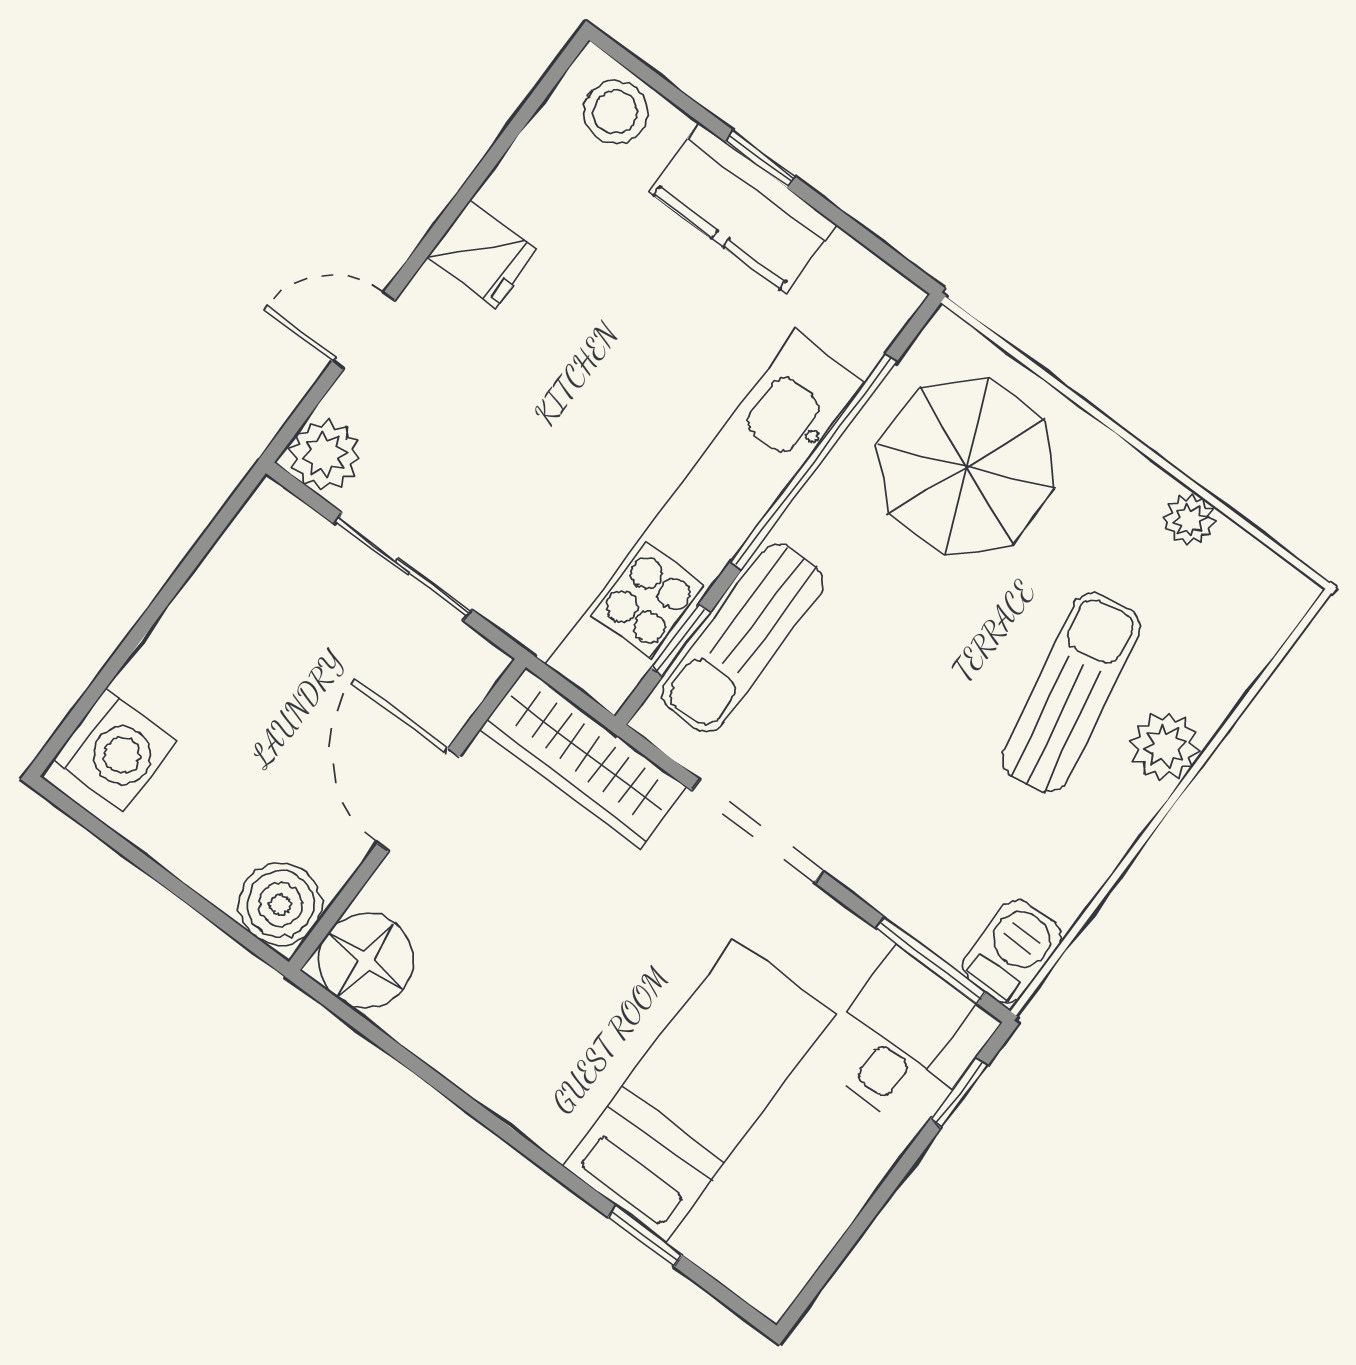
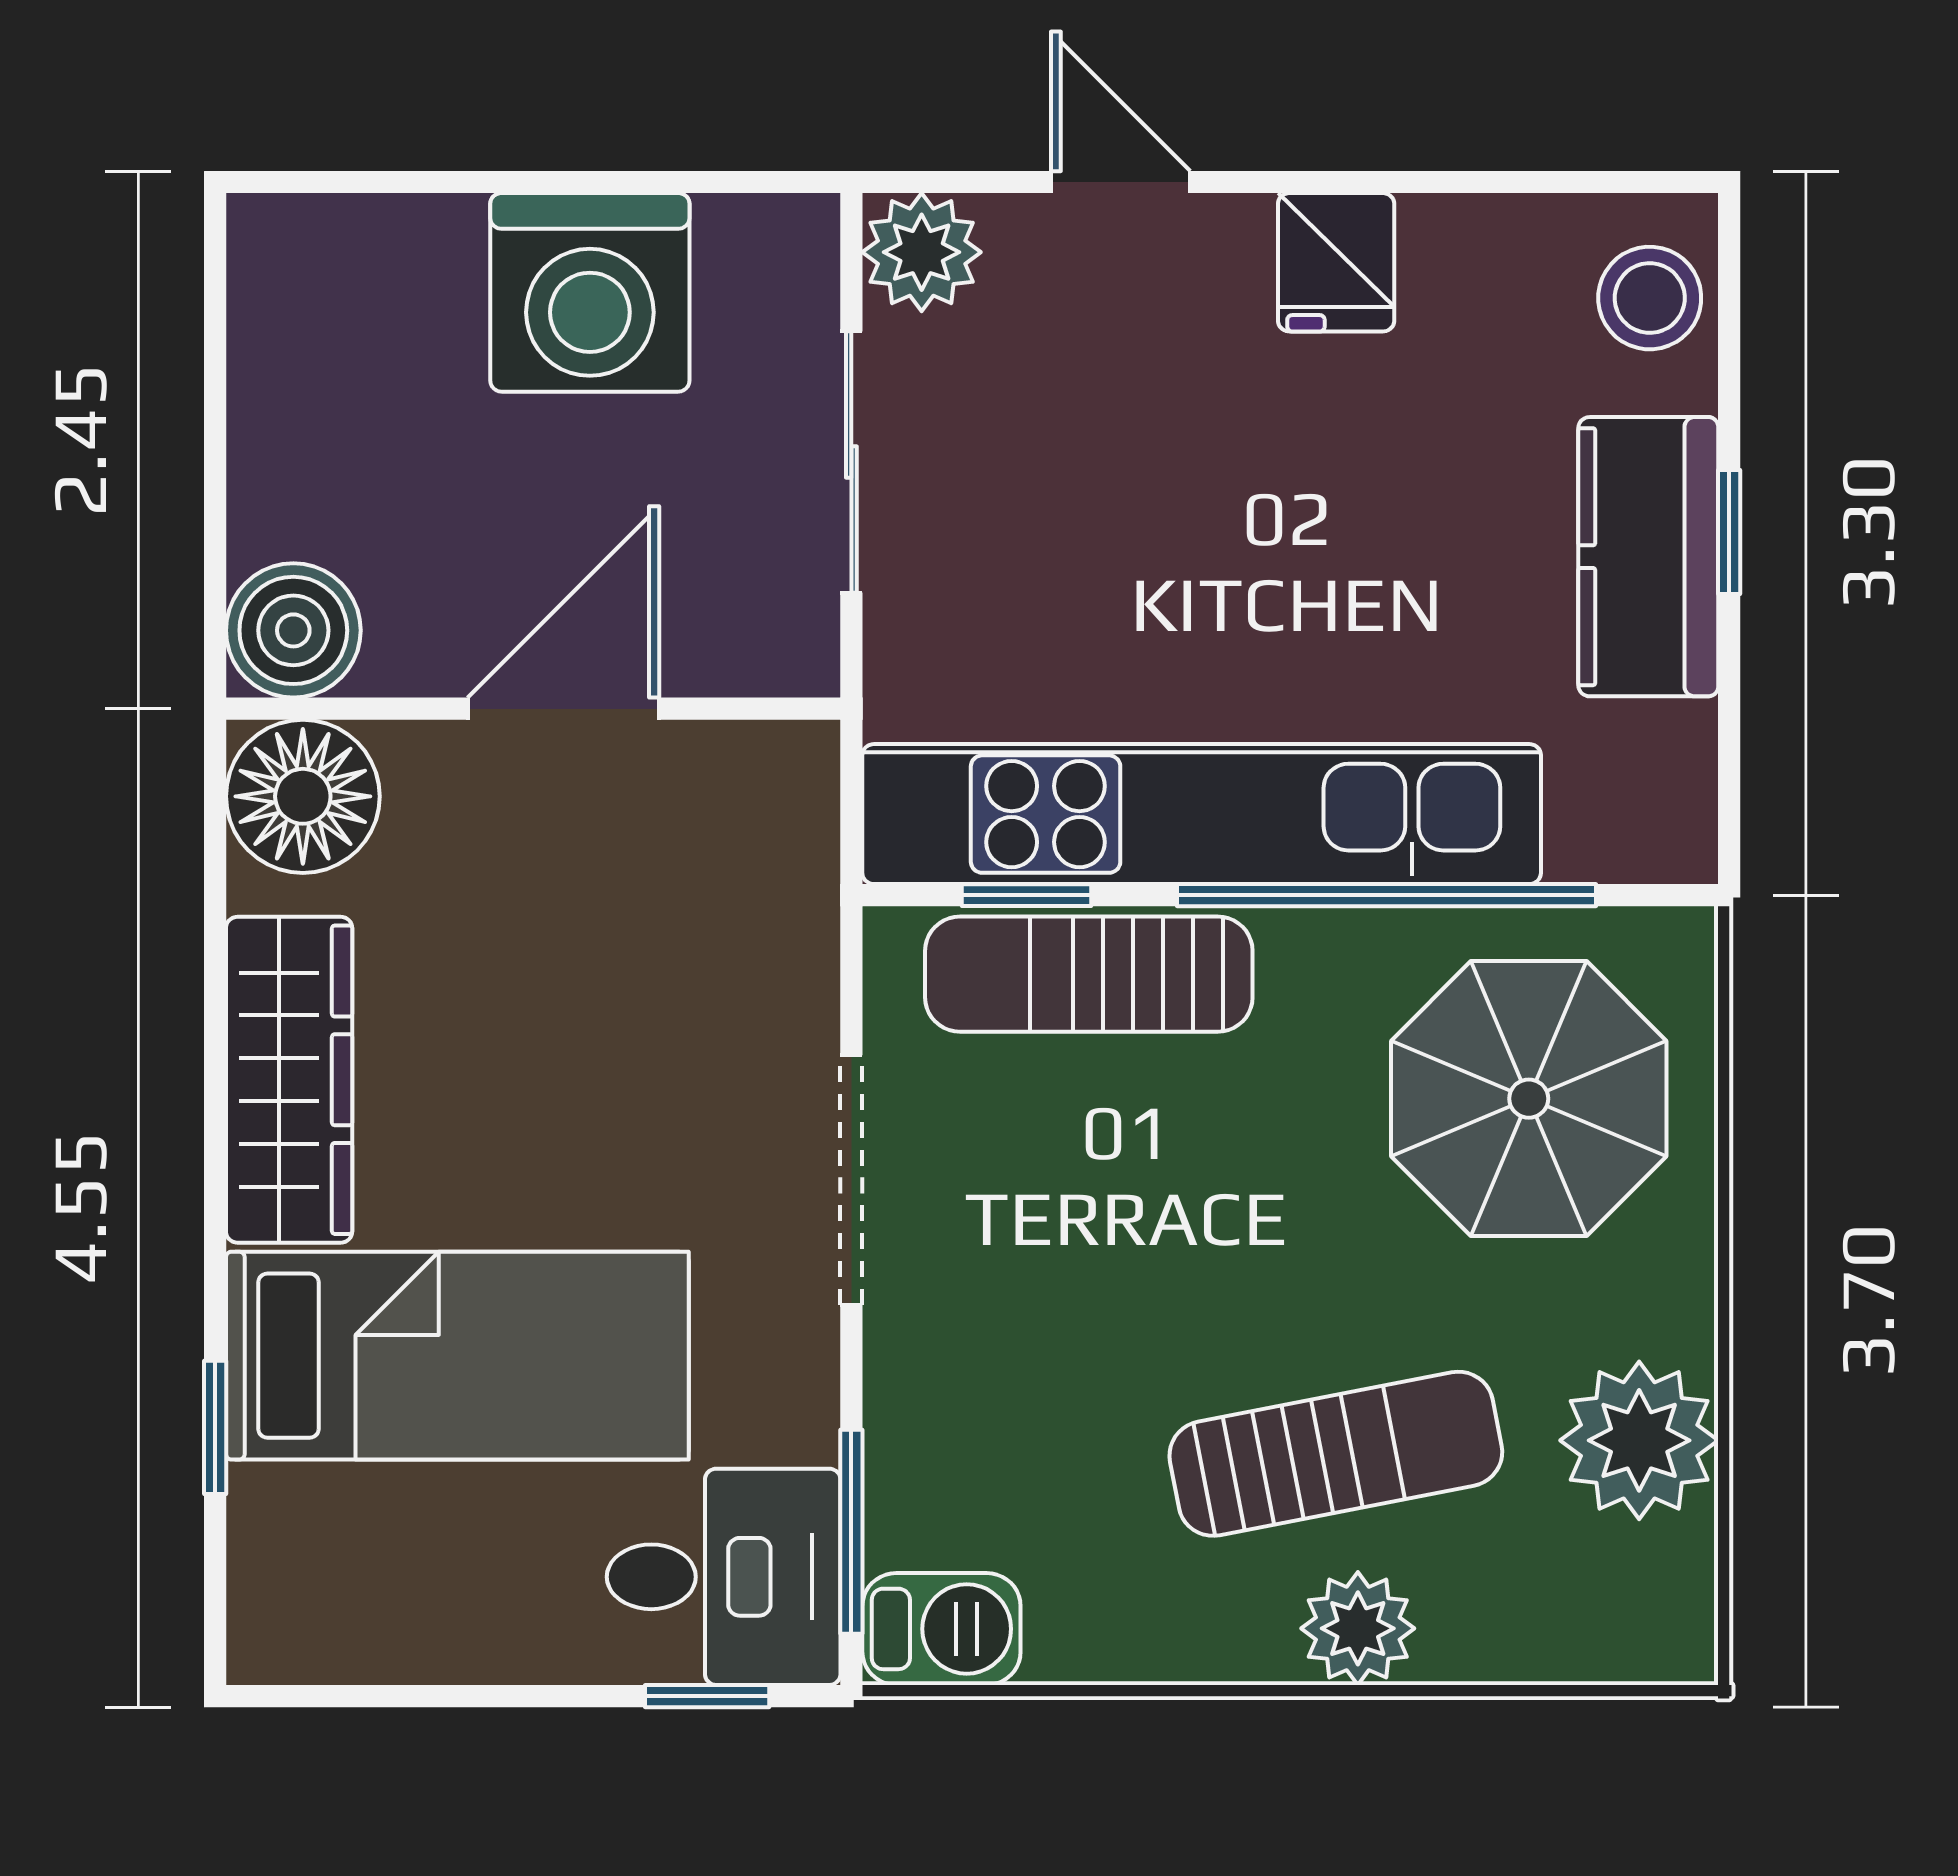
plant: (1189, 520) -> (1639, 1440), width x1.88, depth x1.88
washing machine: (115, 750) -> (590, 292), moved, width x1.37, depth x1.37
wardrobe: (583, 758) -> (289, 1080), moved, turned 180

